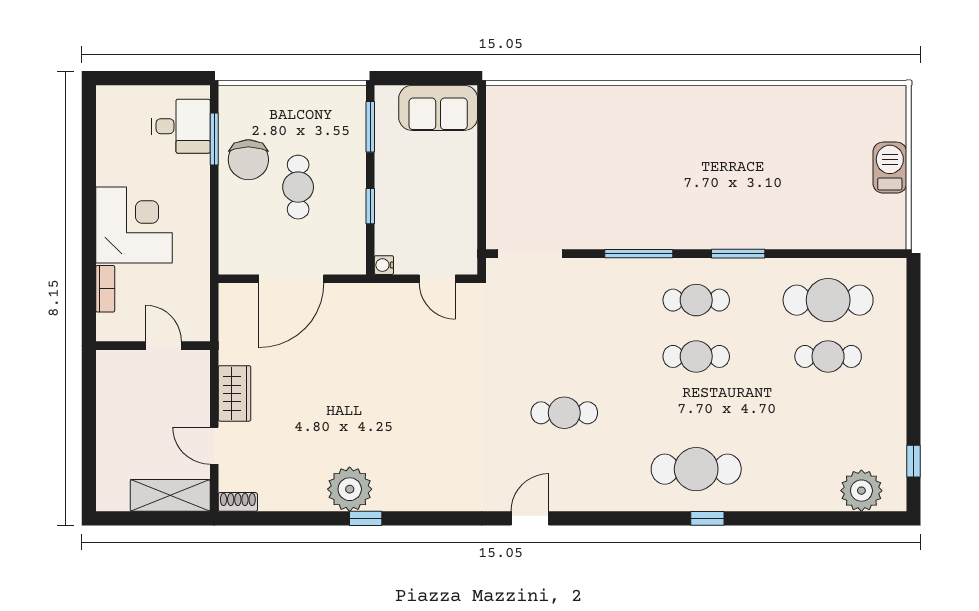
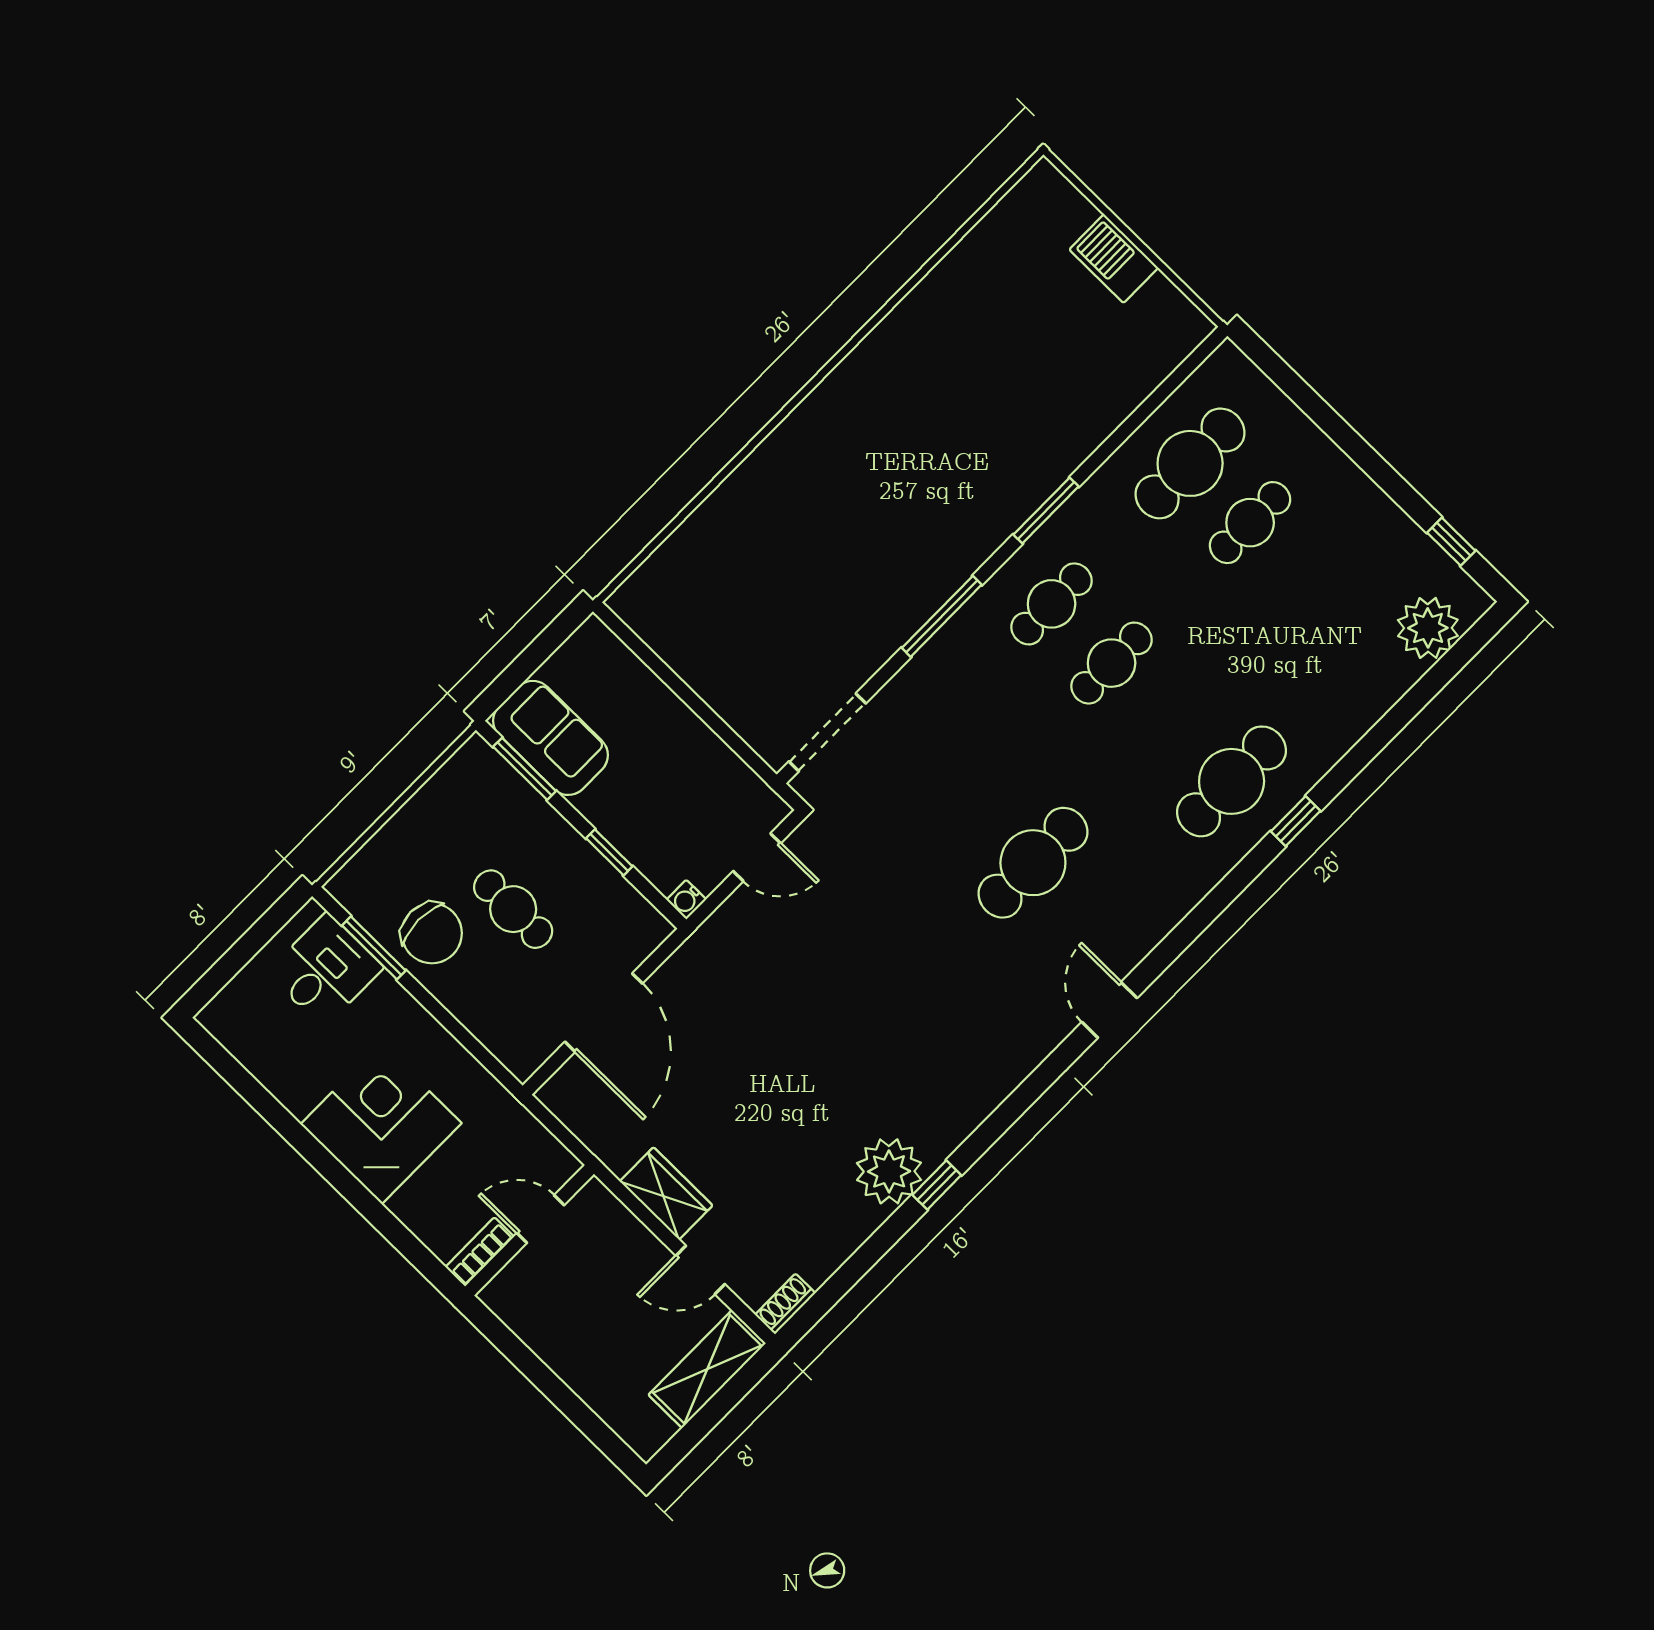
sofa: (438, 108) -> (551, 738), moved, turned -90
bookcase: (105, 289) -> (480, 1252), moved, turned -90
cafe table: (564, 413) -> (1033, 863), width x1.37, depth x1.35

